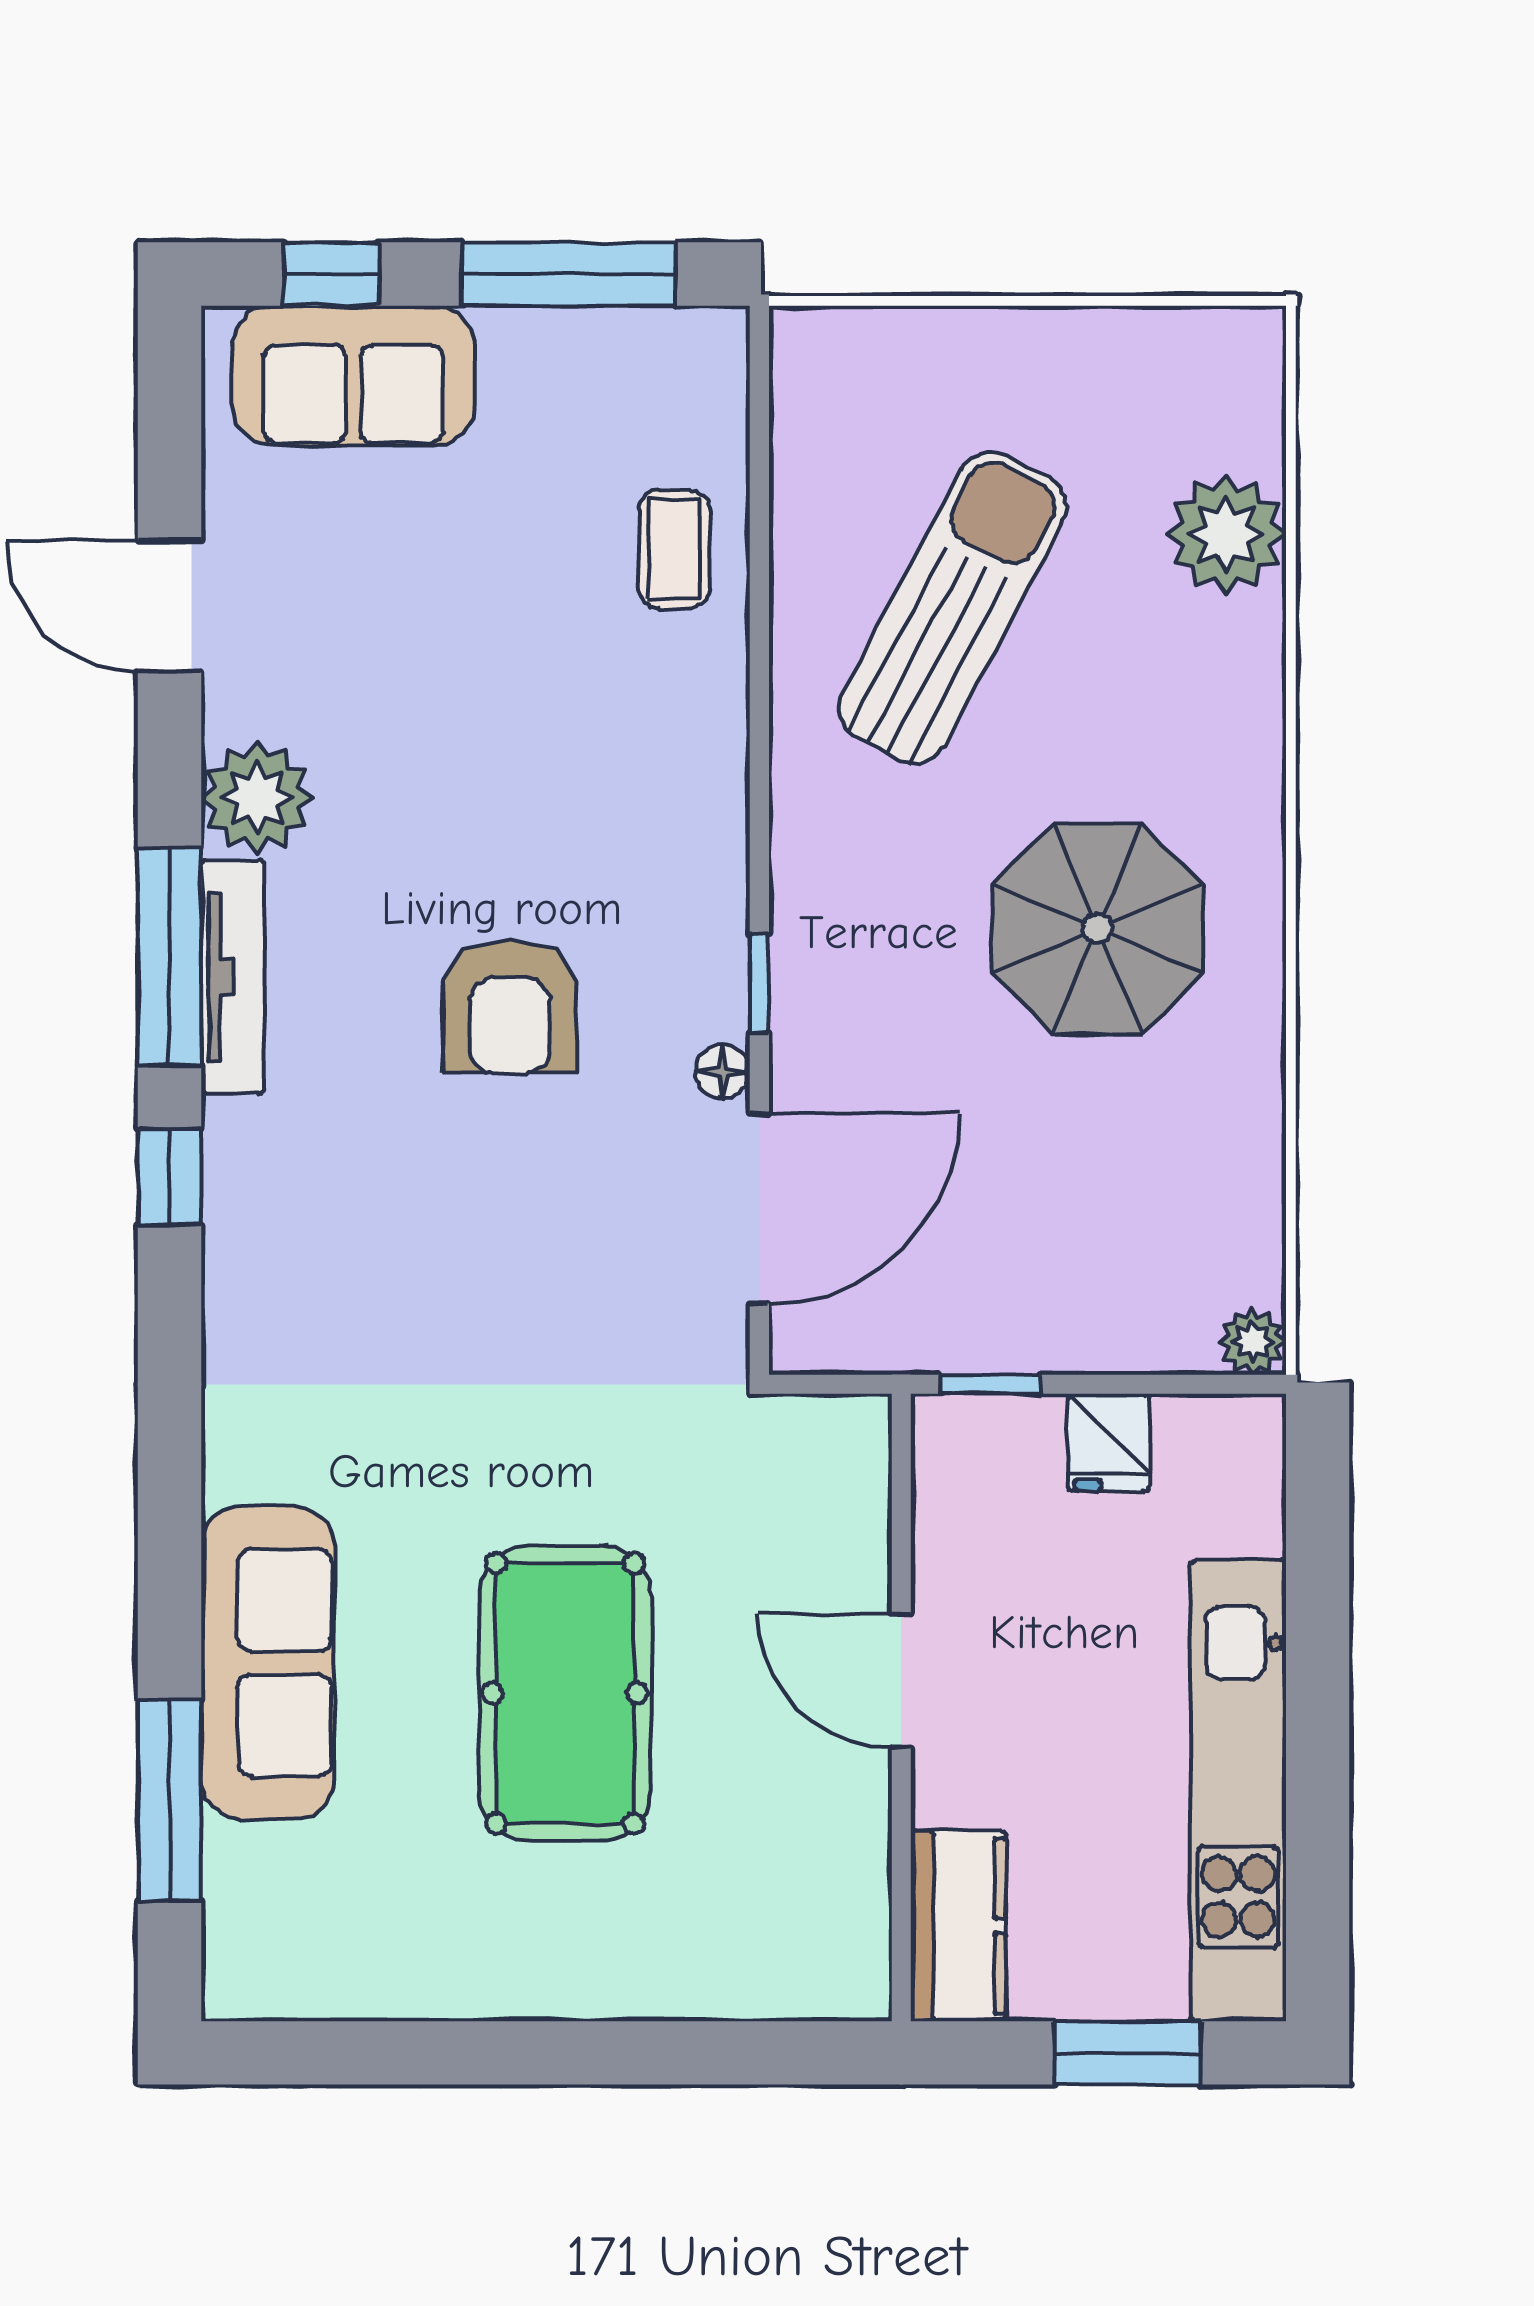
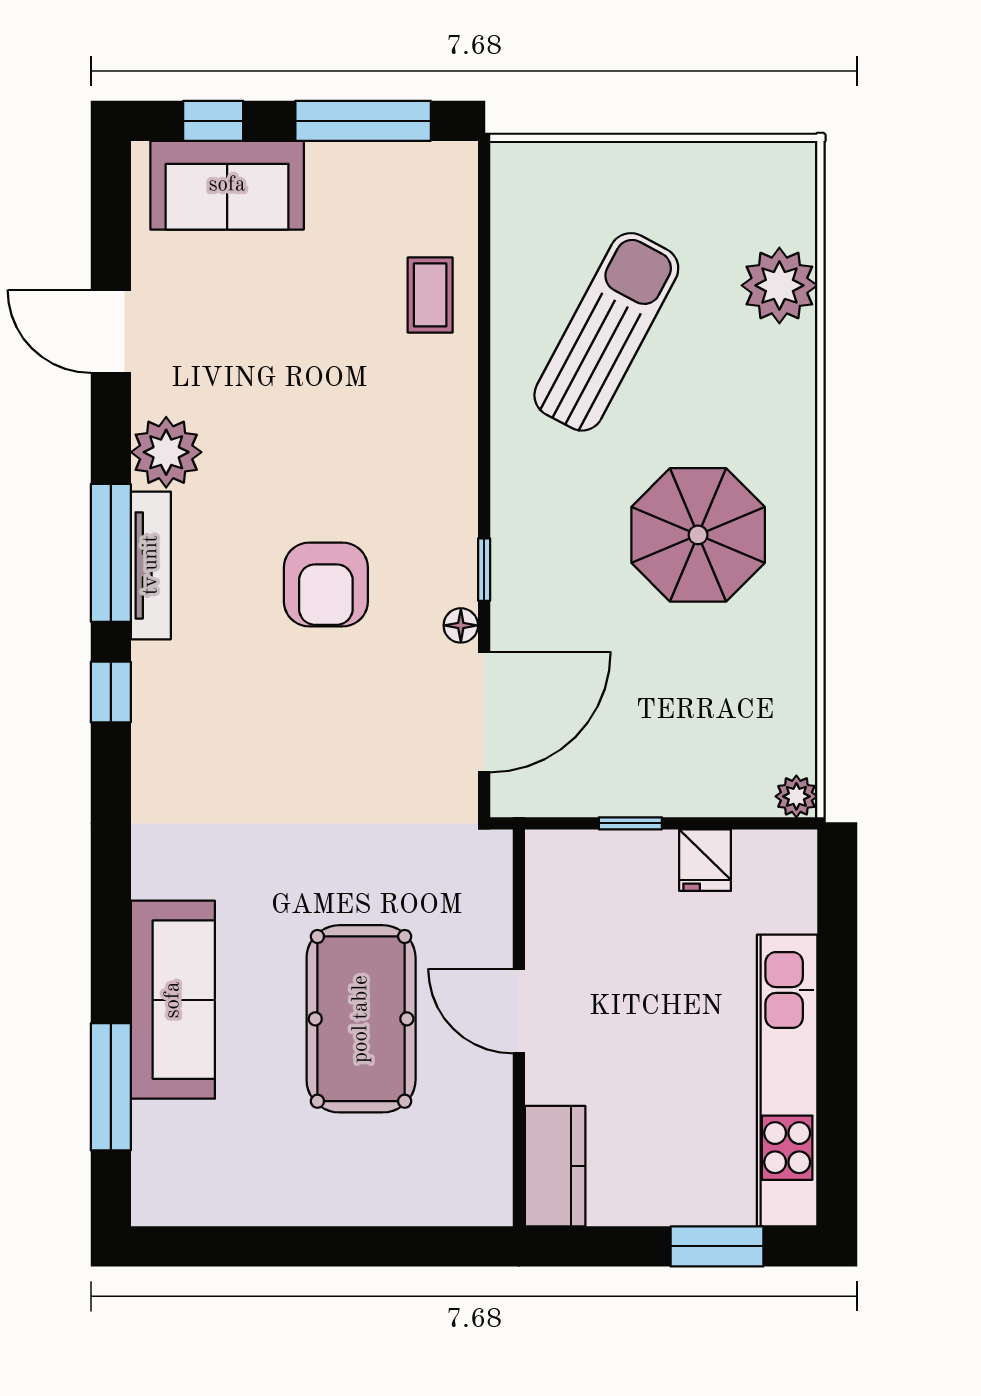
door: (901, 1681) -> (519, 1011), moved
wall: (901, 1708) -> (519, 1028), moved
kitchen counter: (958, 1926) -> (555, 1166), moved

